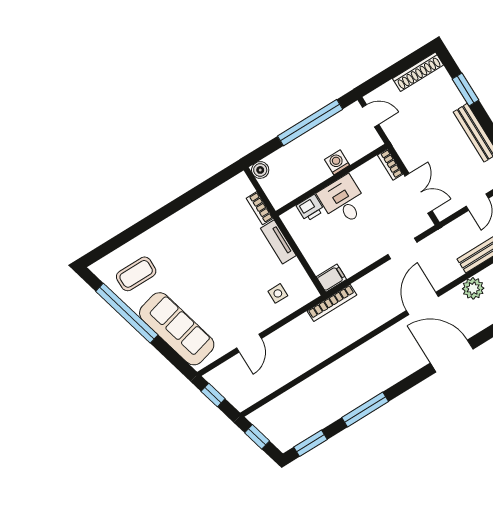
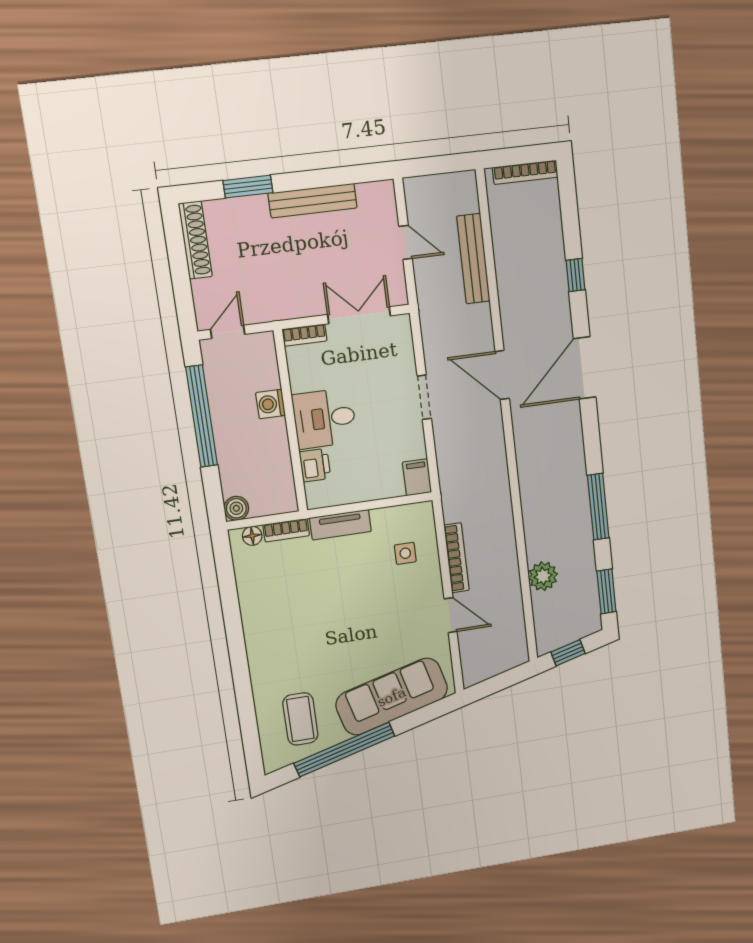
floor lamp: (247, 188) -> (252, 536), added
doorway: (402, 248) -> (424, 397), moved
plant: (473, 288) -> (543, 576), moved
bookcase: (332, 303) -> (457, 558), moved
window: (213, 395) -> (493, 685), removed

